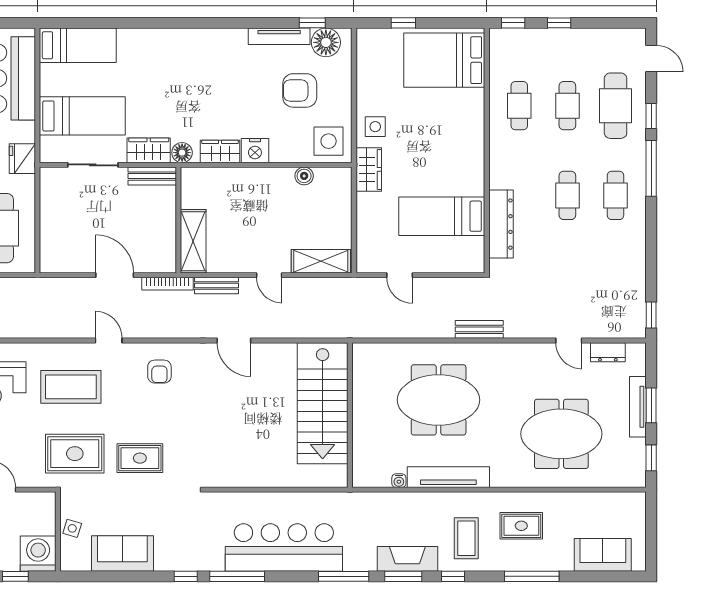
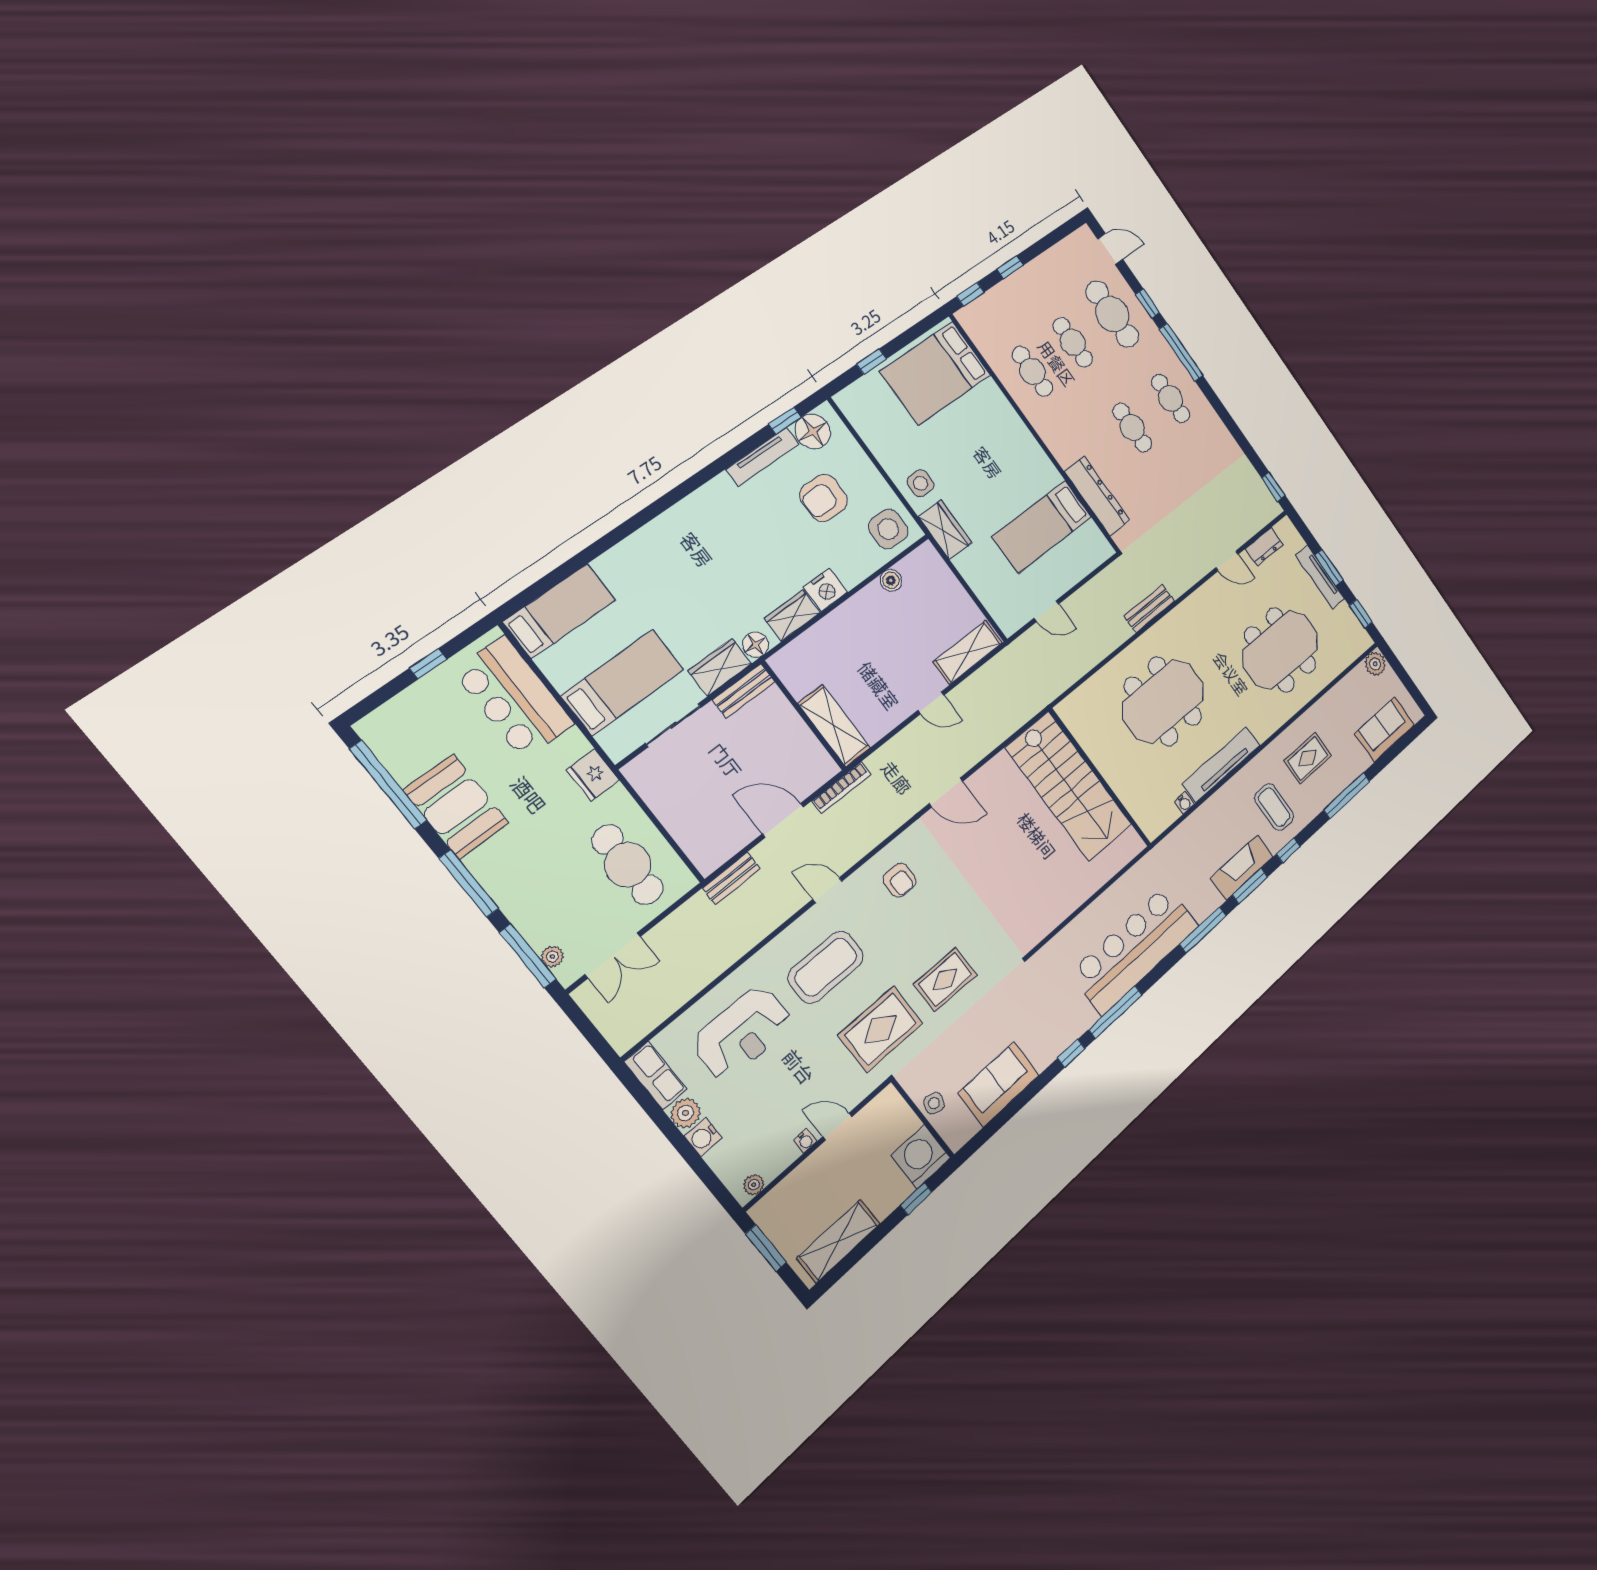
bench: (217, 286) -> (731, 878), moved
plant: (634, 503) -> (1375, 664), added

